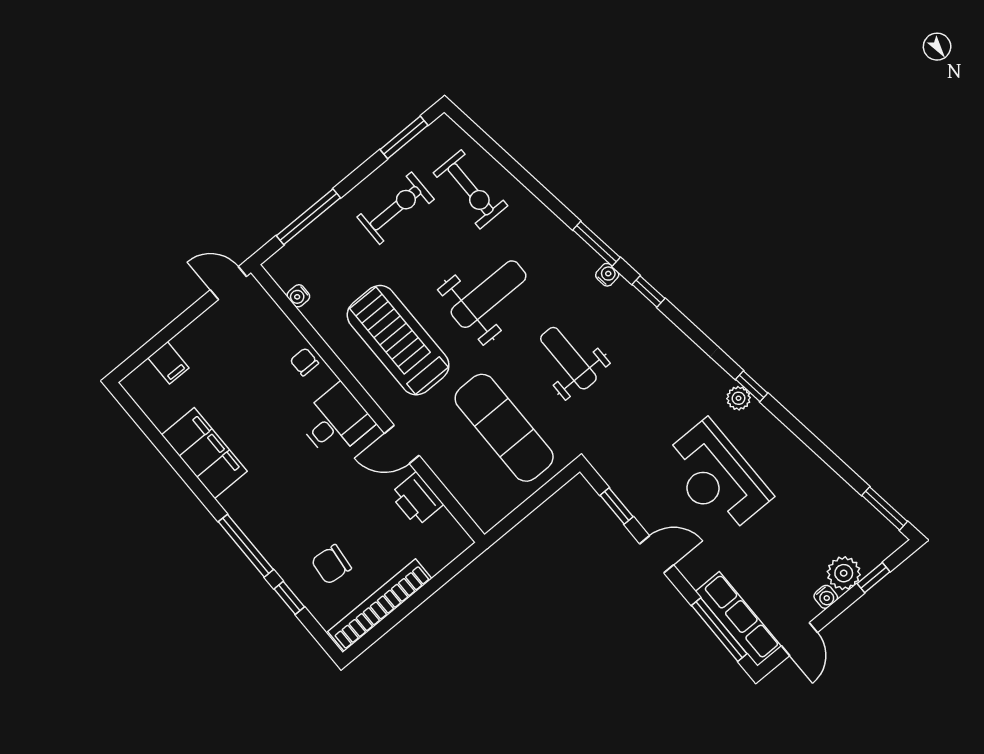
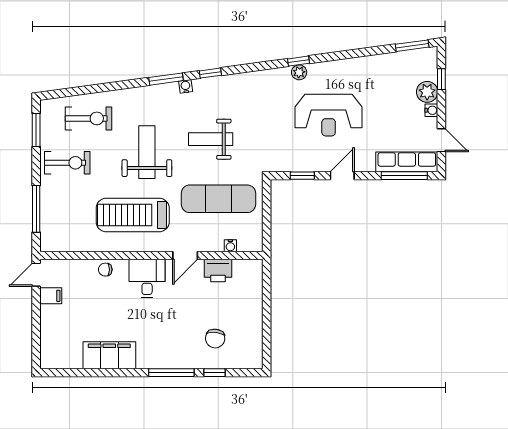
exercise bike: (396, 208) -> (67, 163), turned 90
water cooler: (298, 296) -> (230, 246), moved
filing cabinet: (168, 363) -> (51, 296), moved
bookcase: (380, 605) -> (255, 331), removed

